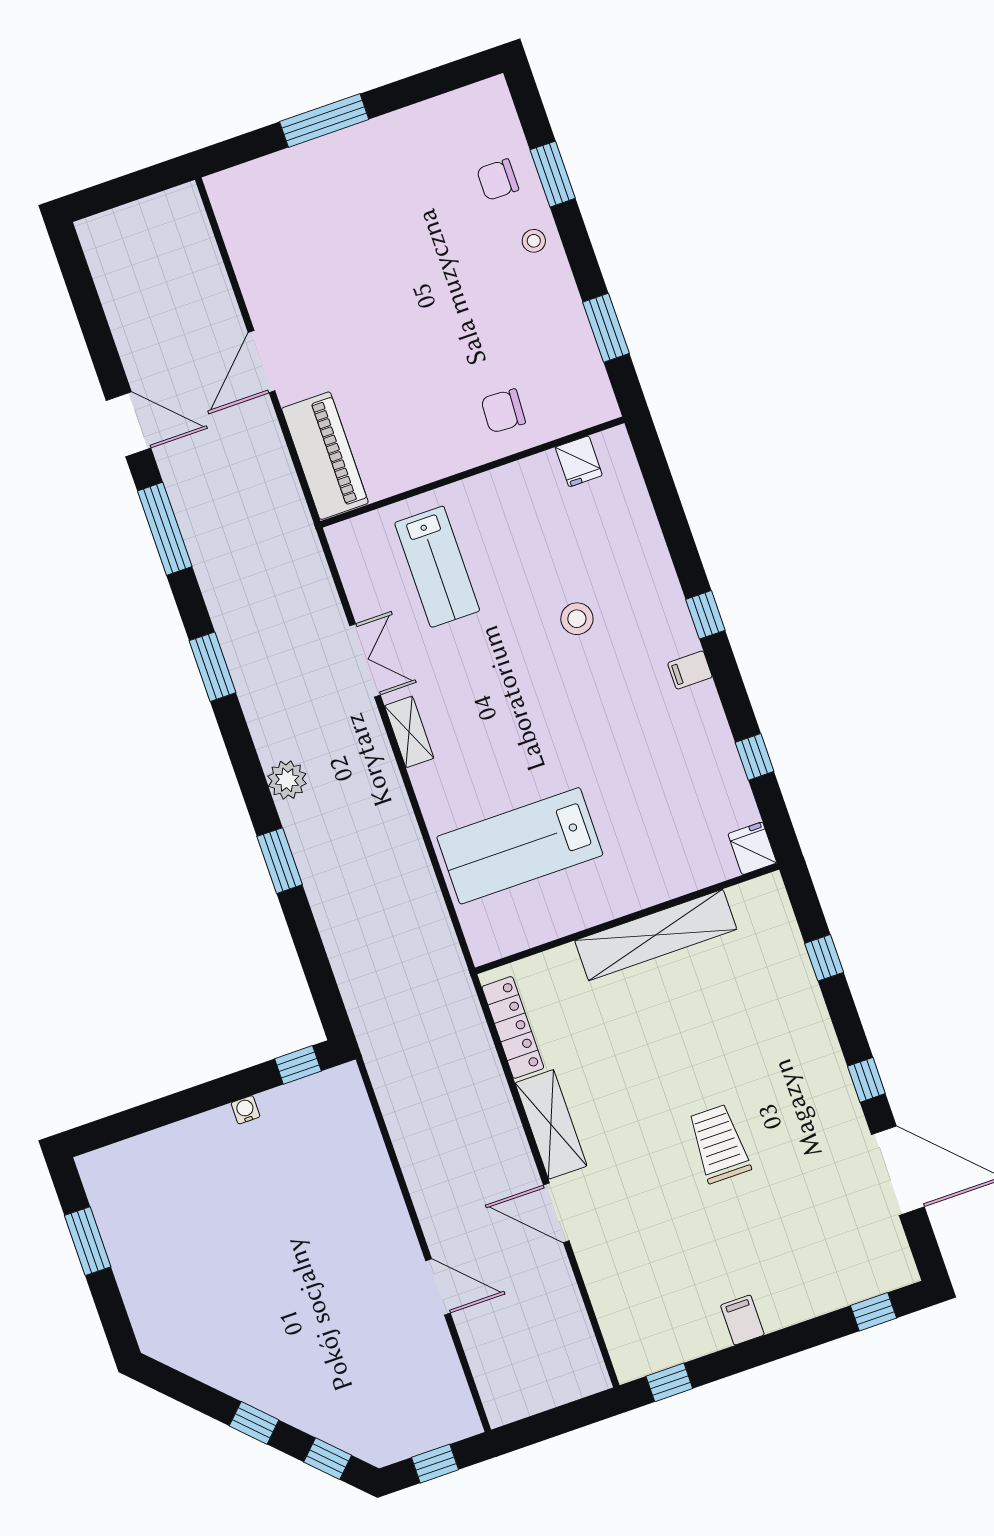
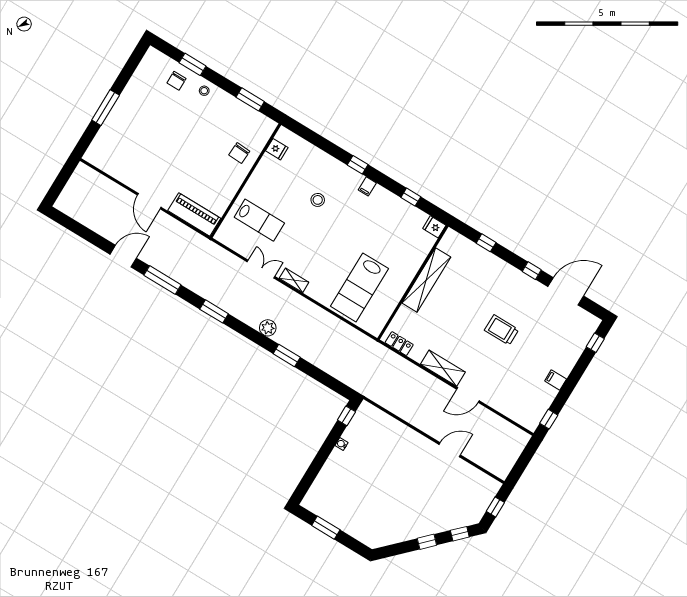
locker: (513, 1027) -> (399, 344), width x0.66

